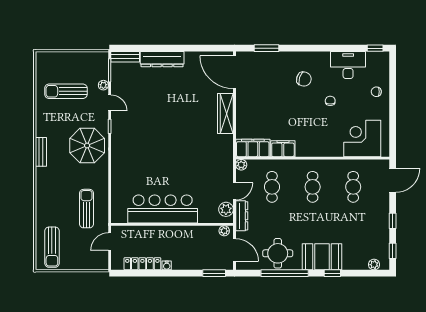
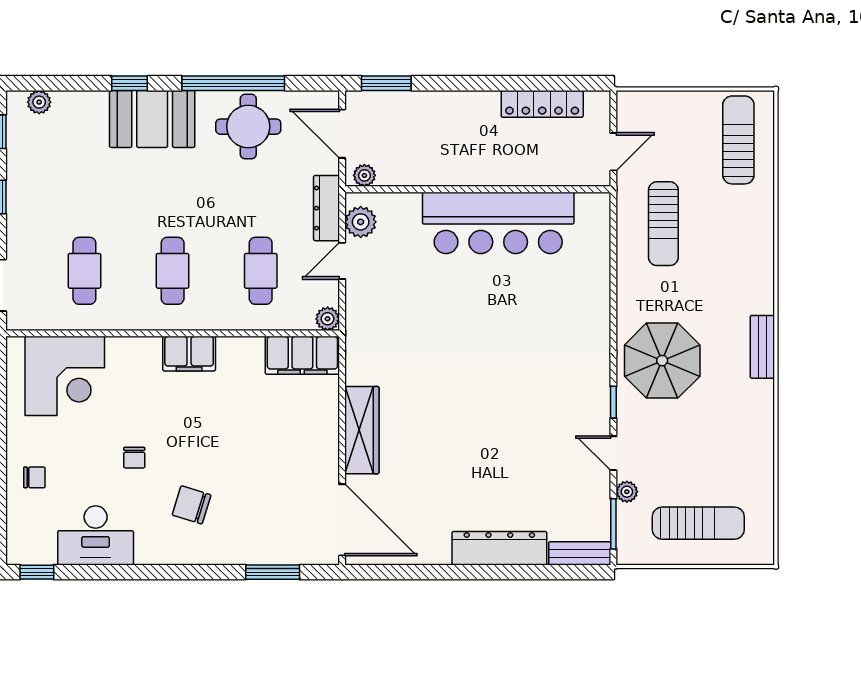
sun lounger: (66, 91) -> (698, 523), moved
filing cabinet: (283, 149) -> (189, 354), moved
water cooler: (167, 265) -> (489, 100), removed

